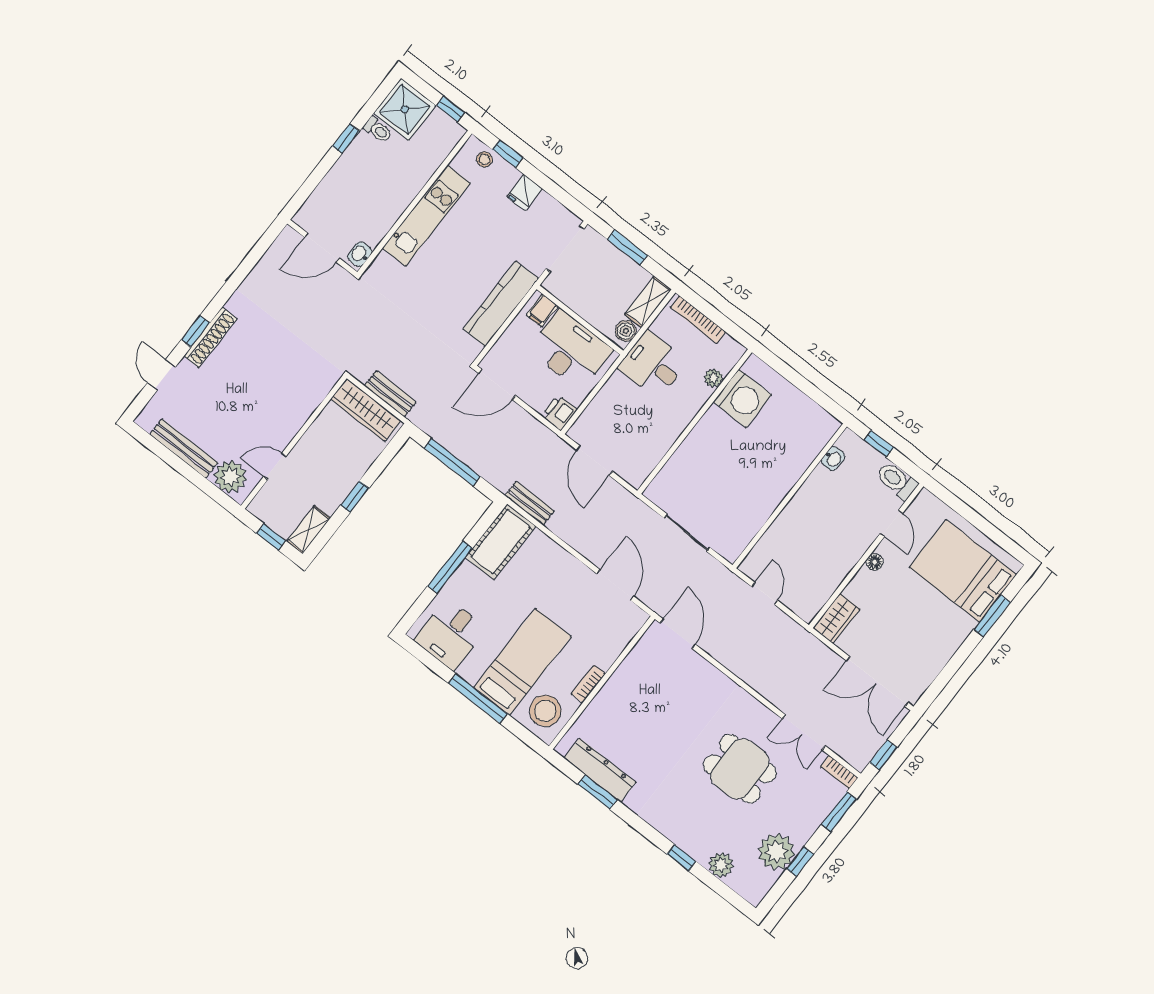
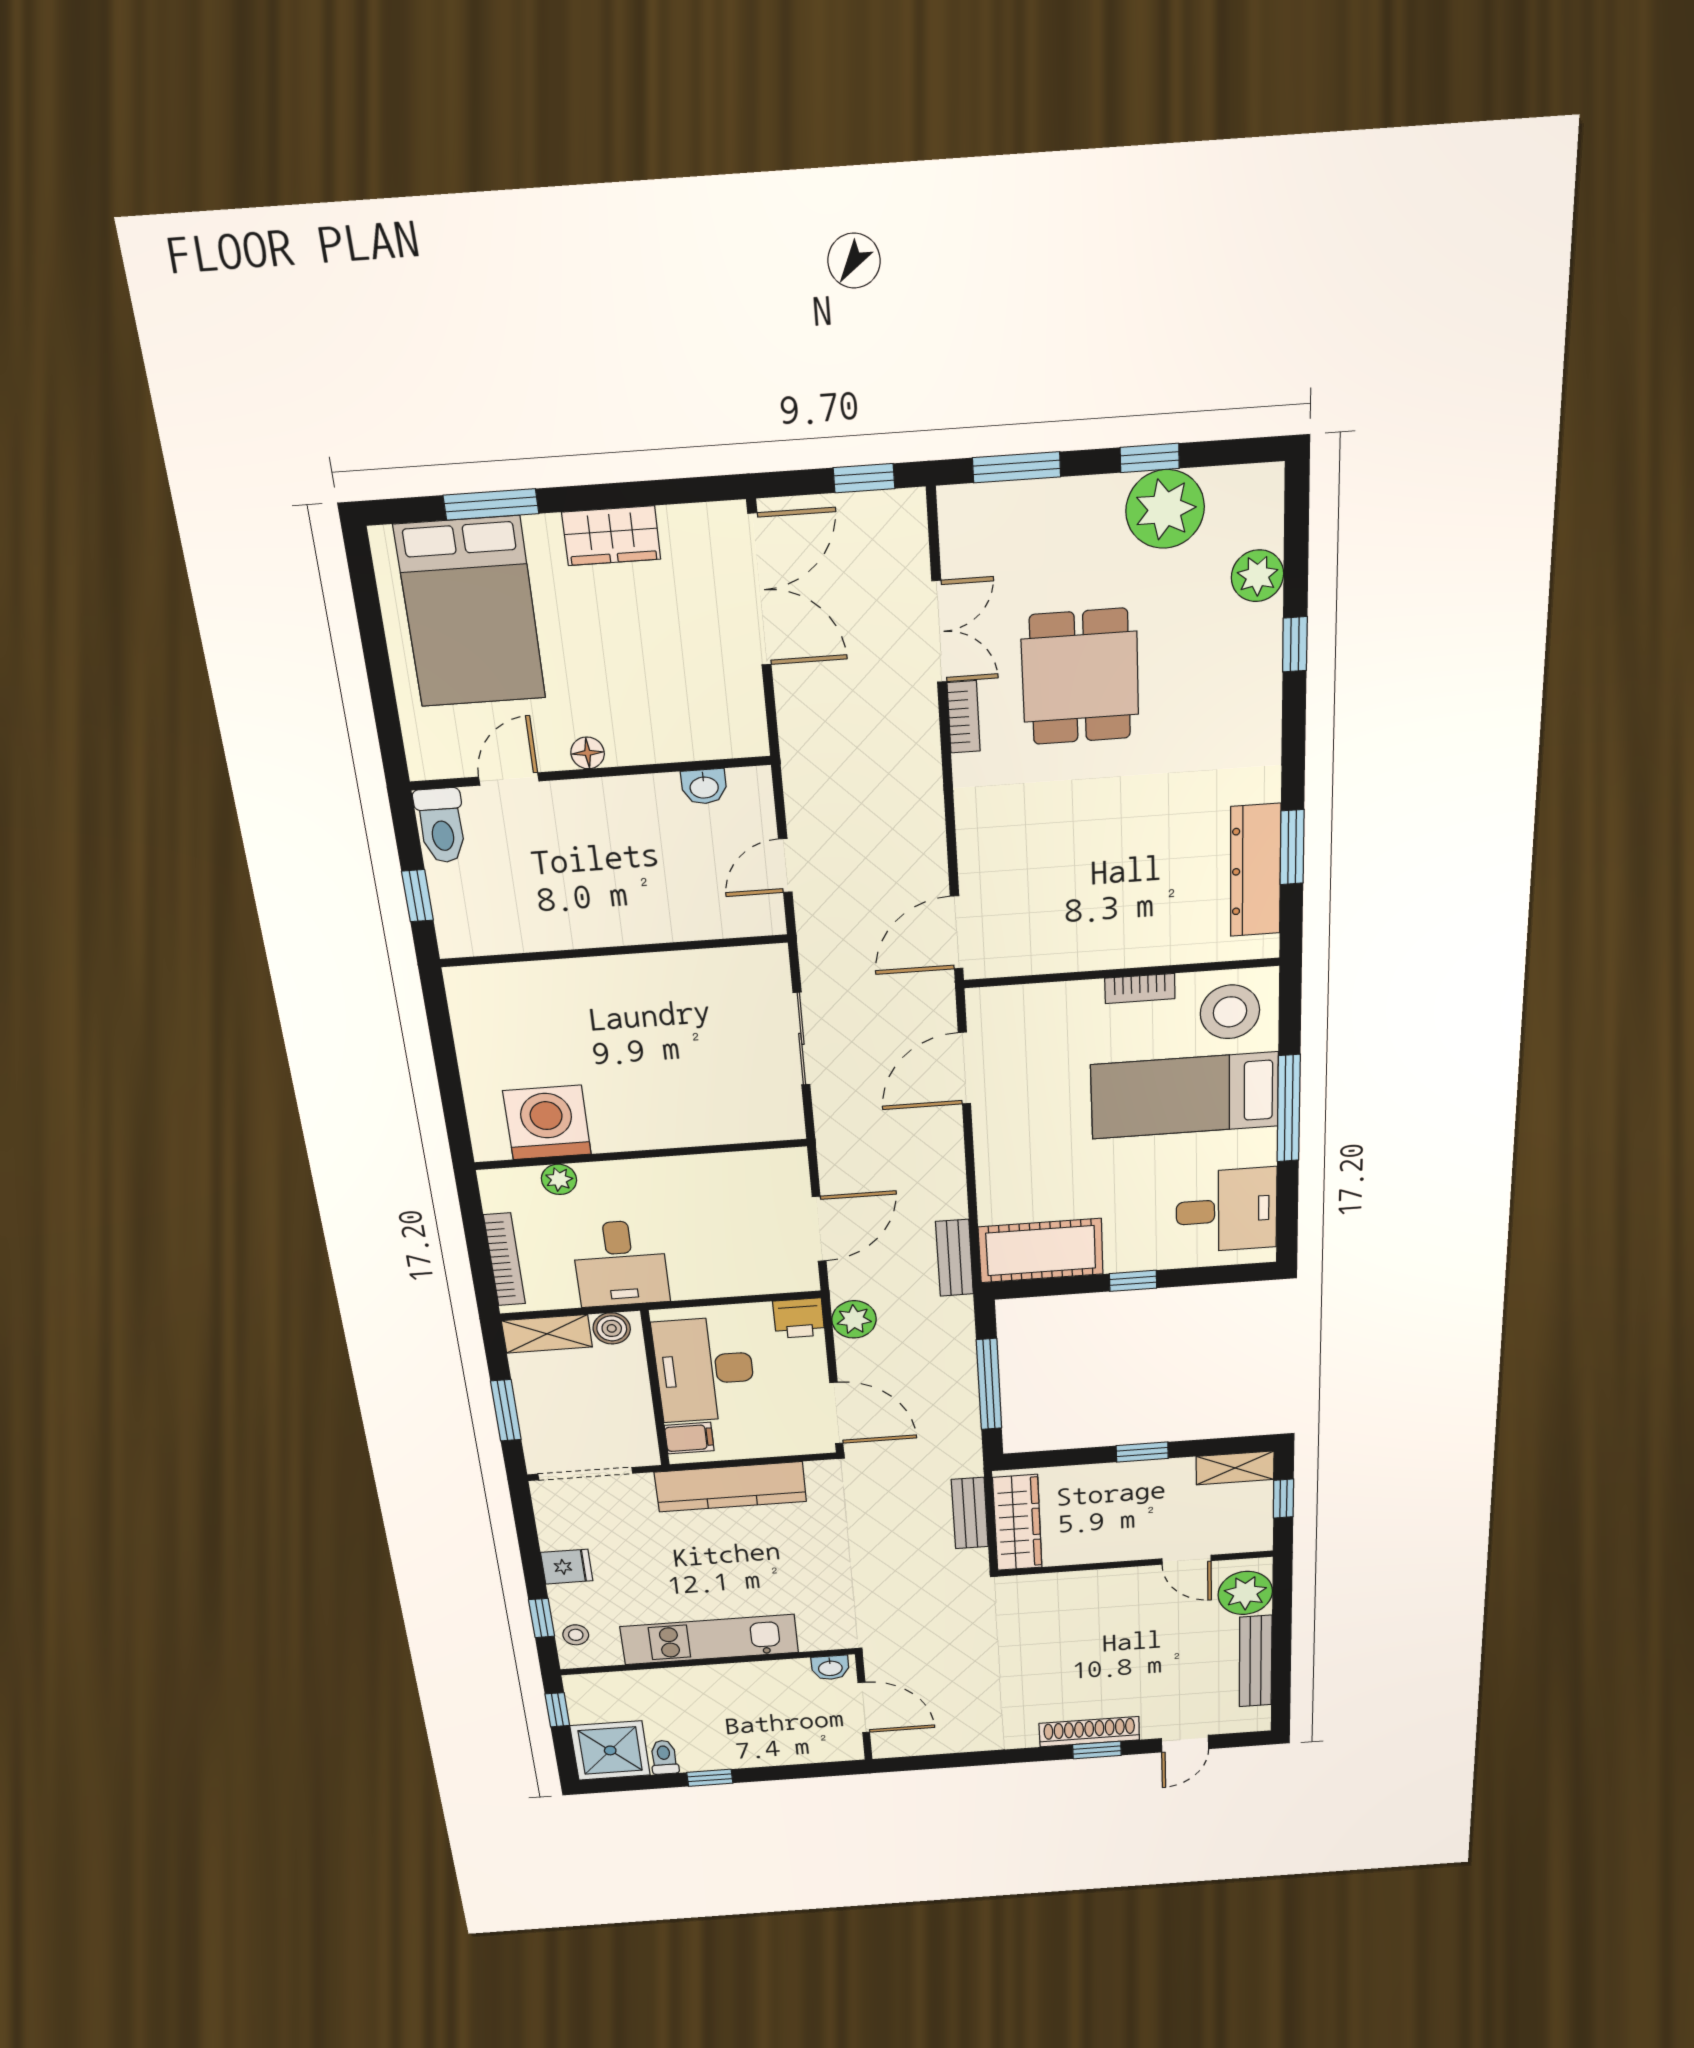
plant: (538, 435) -> (854, 1319), added
washbasin: (833, 459) -> (704, 787), moved, turned 180
window: (450, 567) -> (1133, 1281), width x0.46
wardrobe: (836, 619) -> (611, 536), moved, turned 180
bookcase: (839, 772) -> (964, 717), moved

